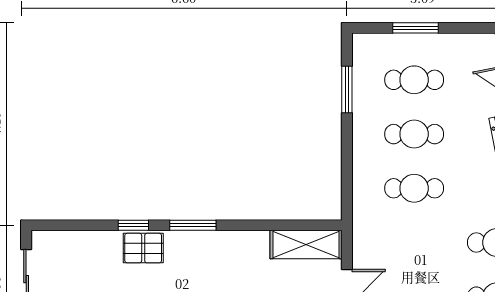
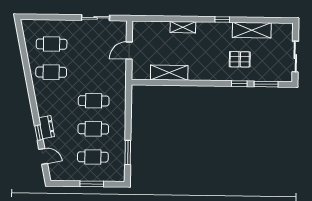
window: (193, 225) -> (266, 84), moved
shelving: (306, 245) -> (169, 73), moved
pallet: (143, 248) -> (240, 59), moved

